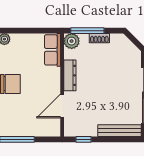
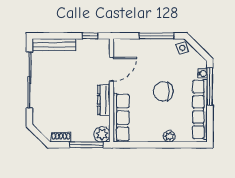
shoe rack: (99, 38) -> (61, 137), moved
row of seats: (53, 50) -> (121, 118), width x1.48

